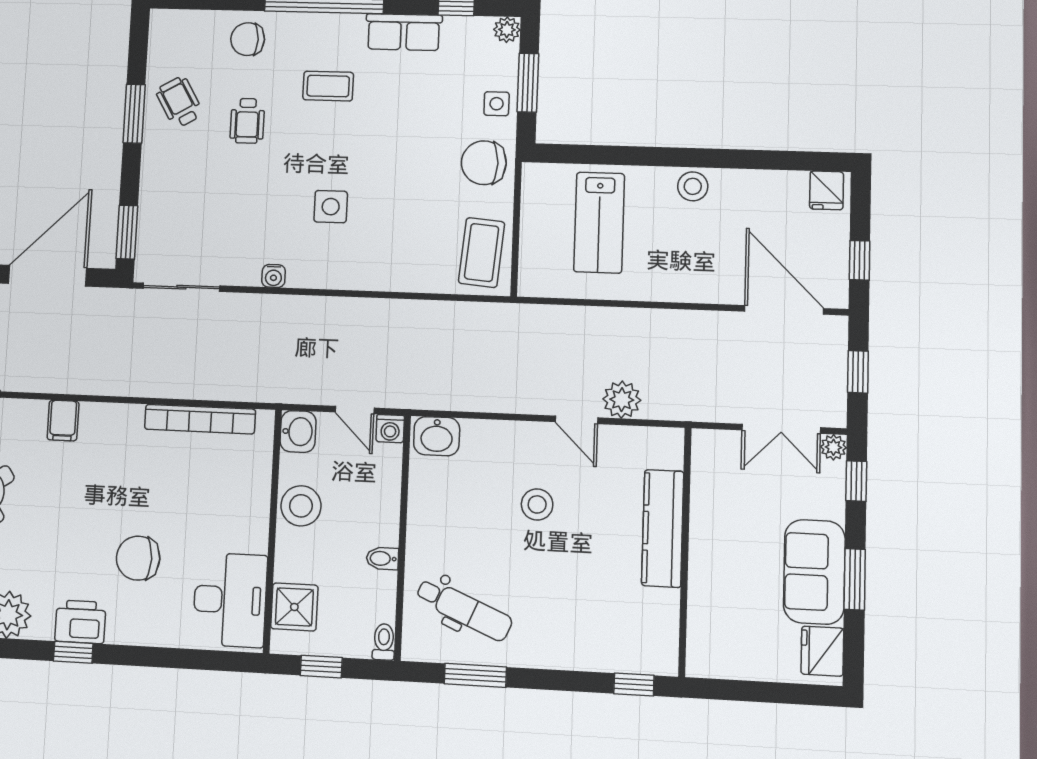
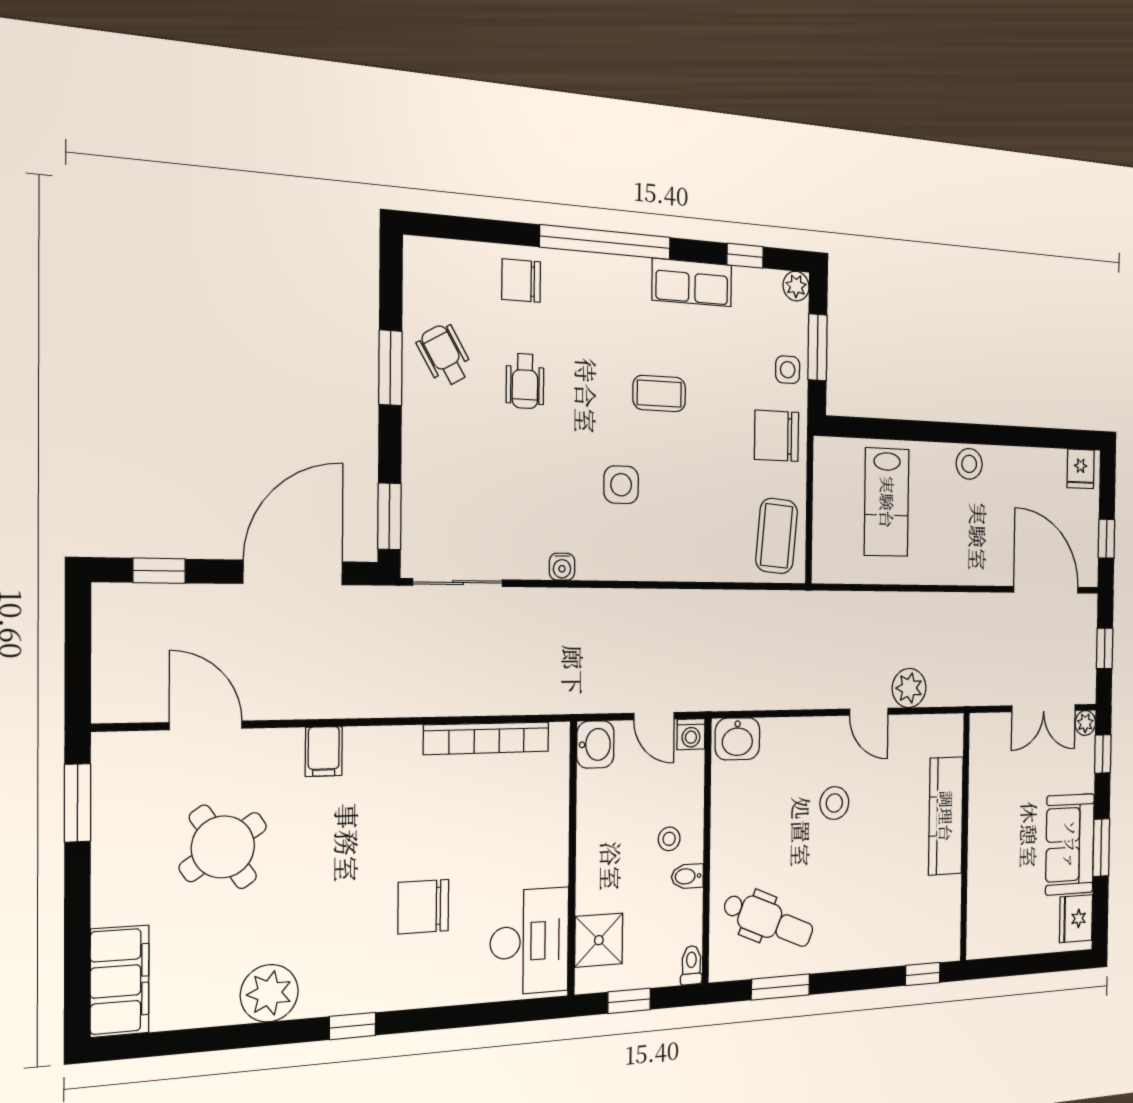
coffee table: (328, 86) -> (659, 393), moved
stool: (301, 506) -> (669, 839), moved, width x0.53, depth x0.53
printer: (80, 622) -> (359, 989), removed

